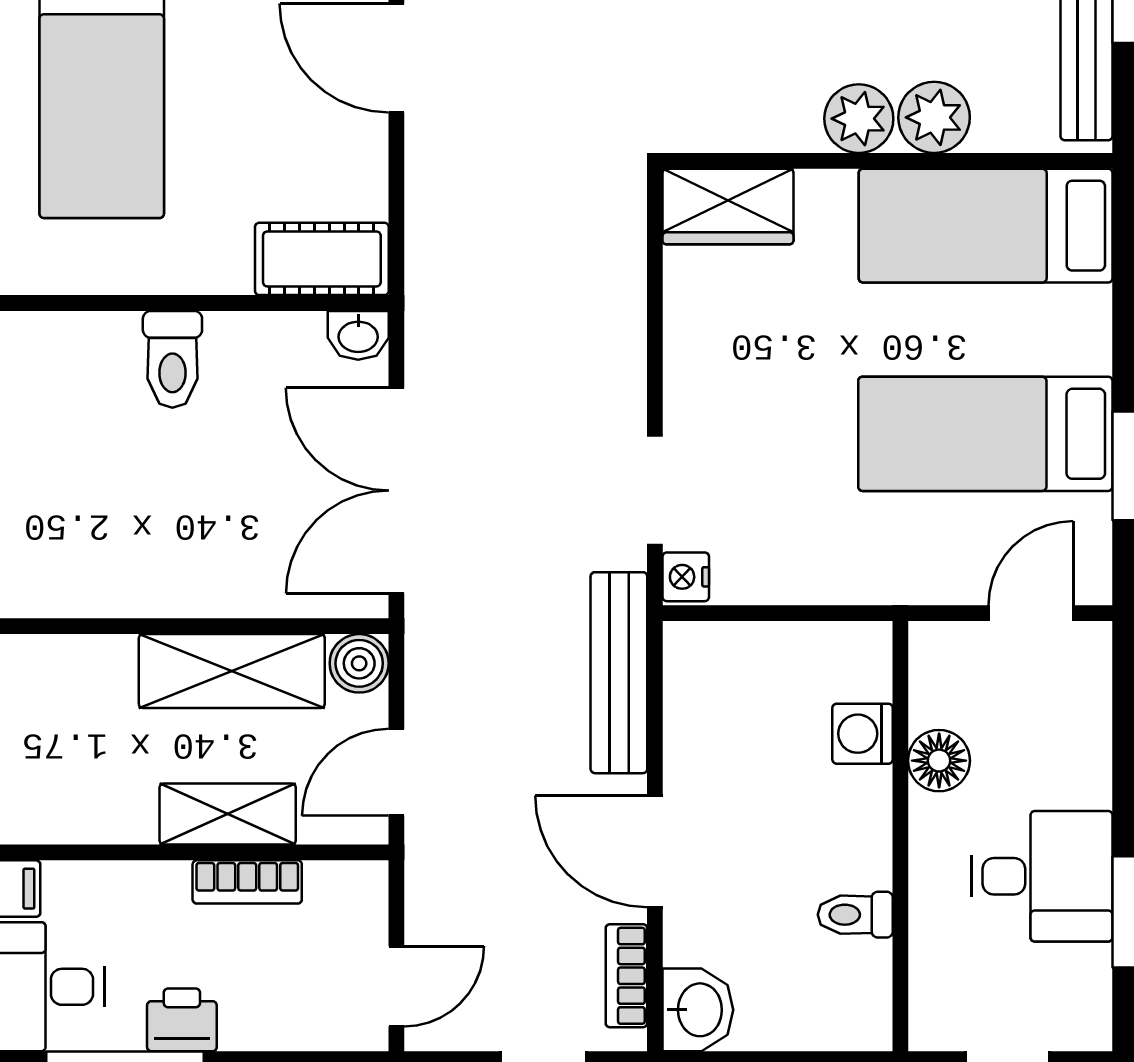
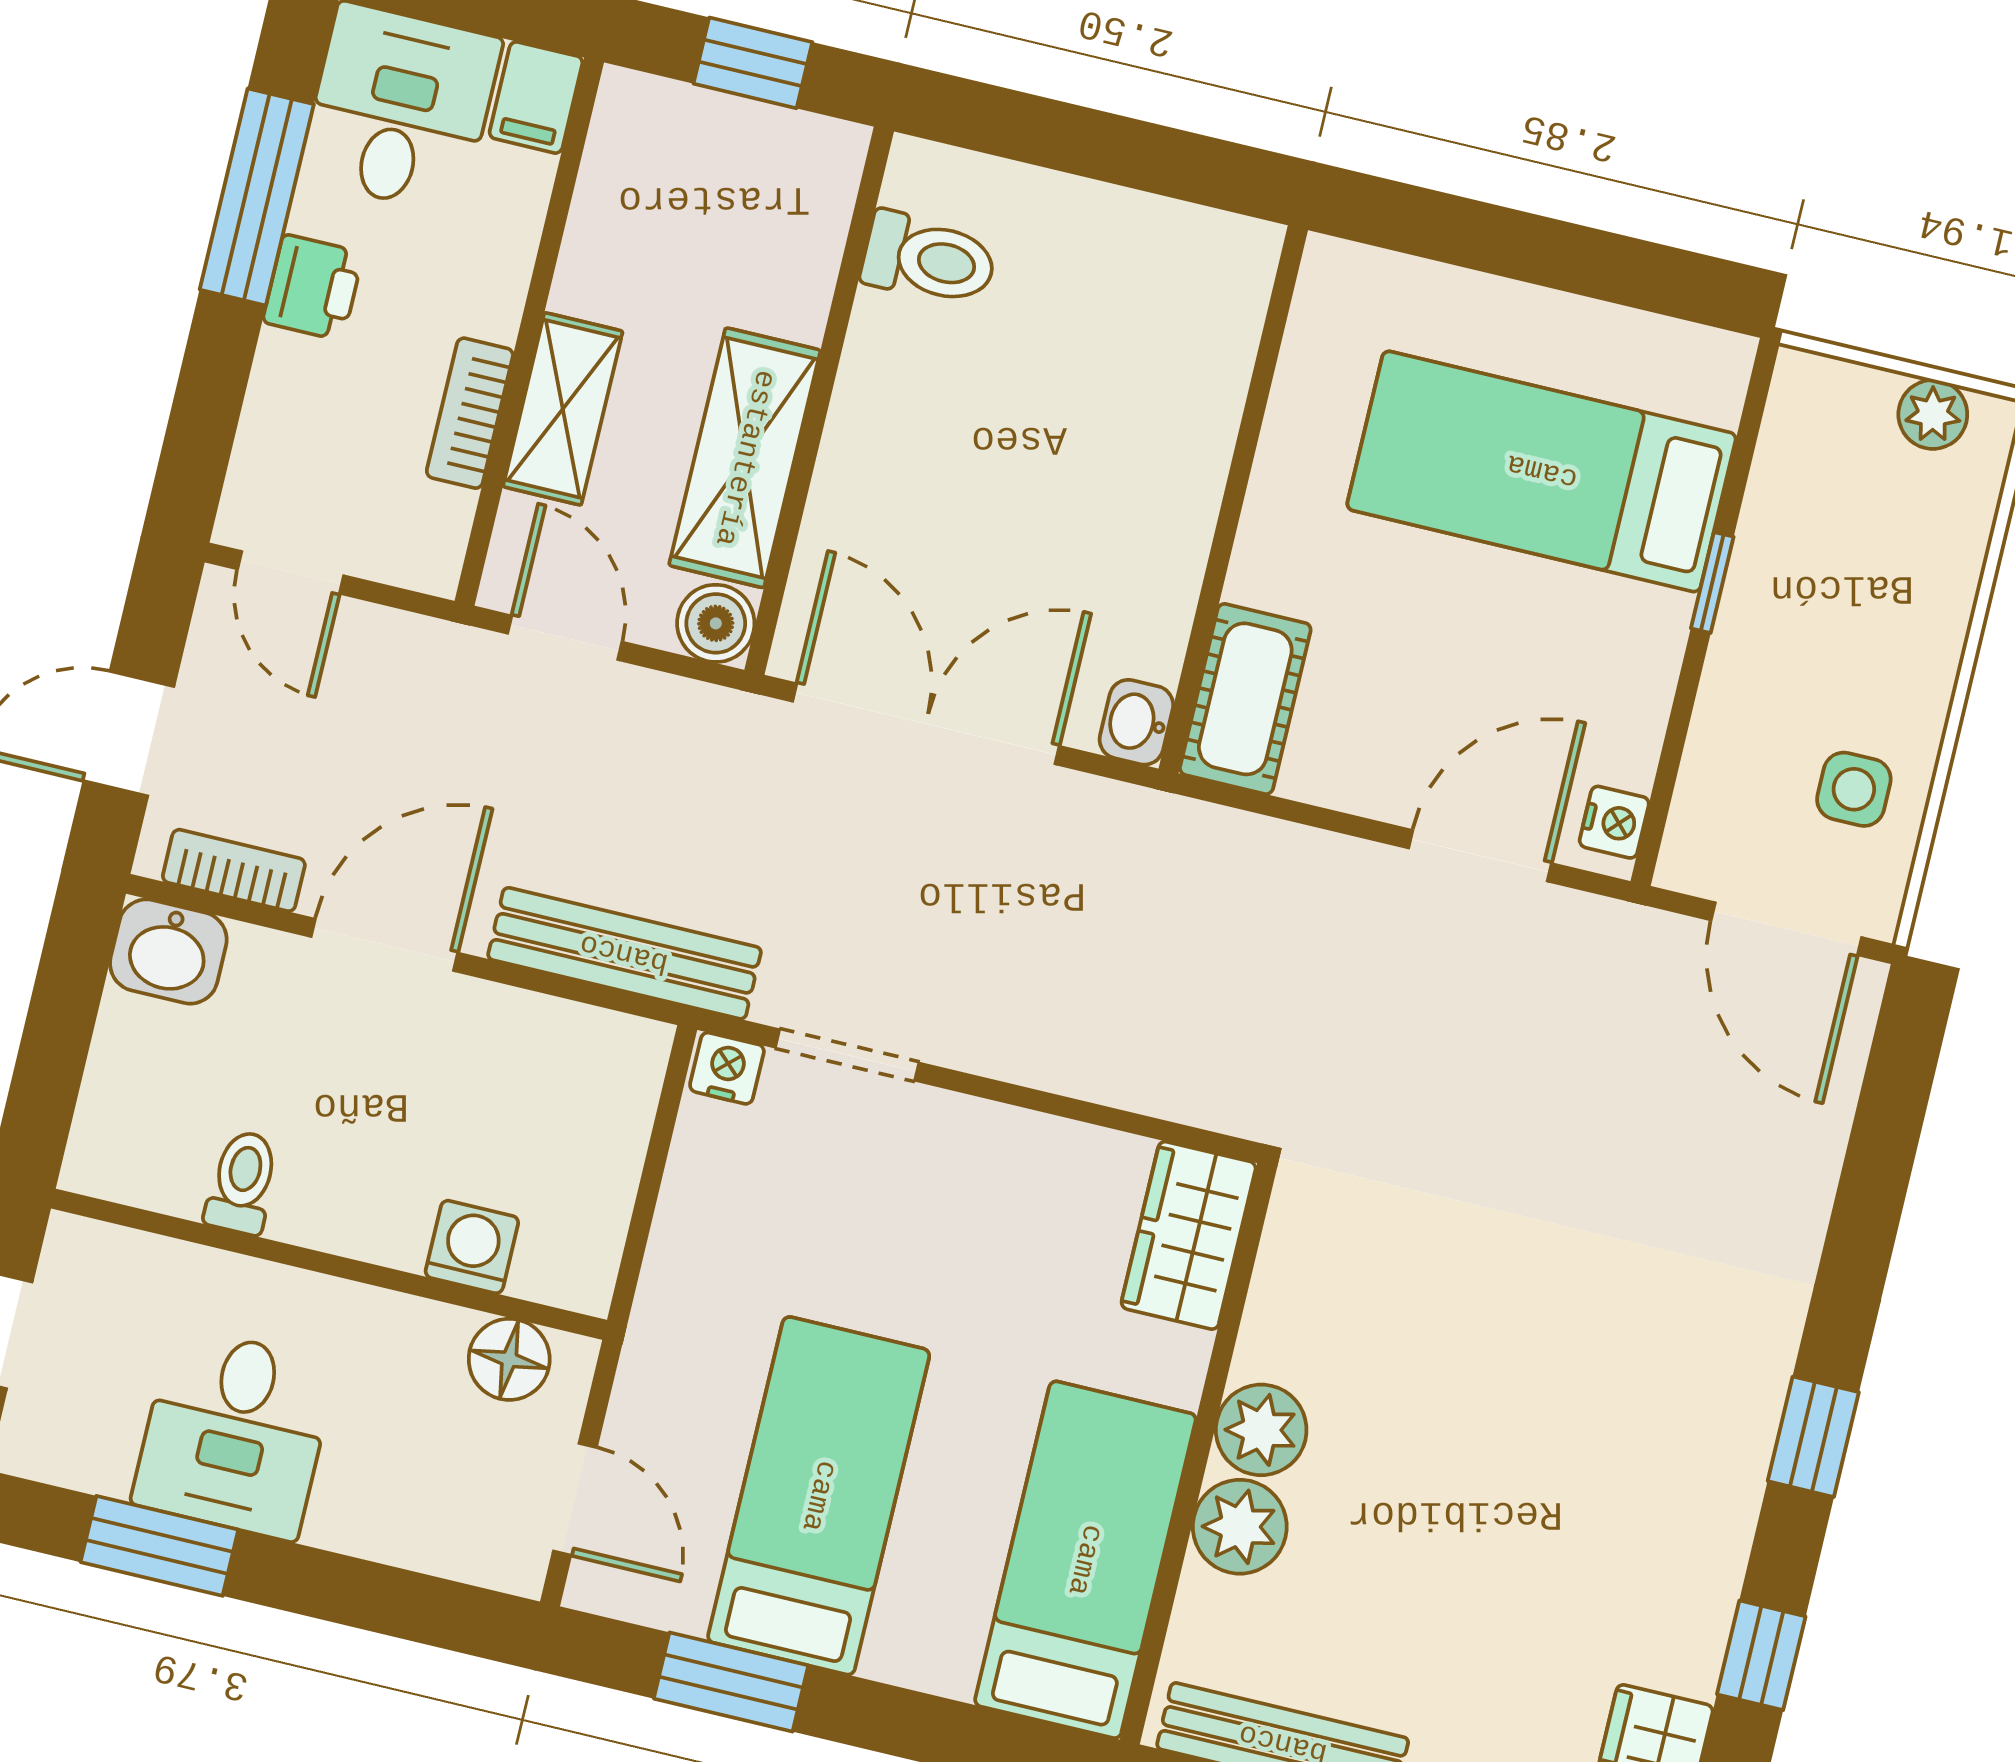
toilet: (172, 359) -> (929, 259), moved, turned 180
floor lamp: (939, 761) -> (509, 1359), moved

